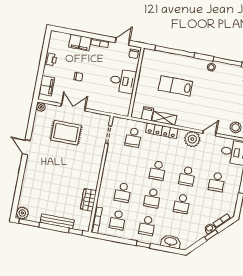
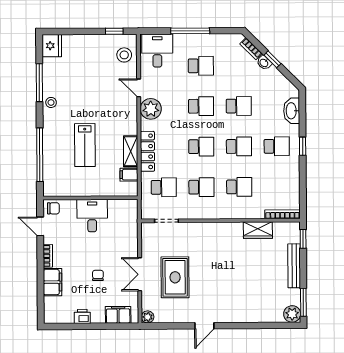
school desk: (117, 220) -> (201, 187), moved

